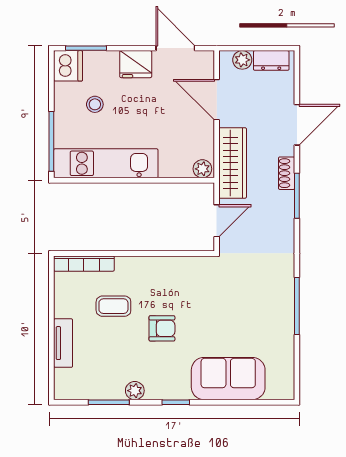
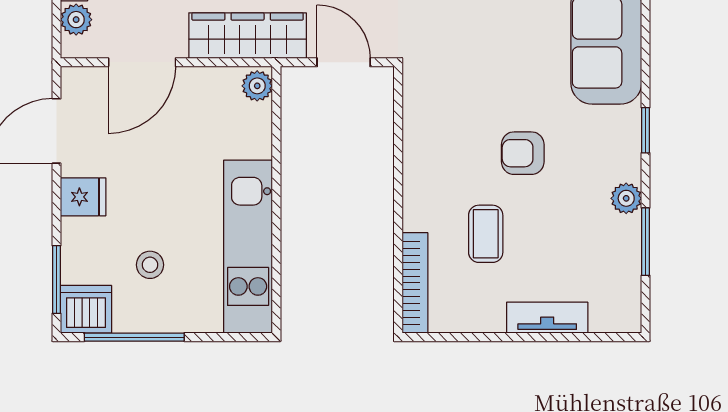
fridge: (136, 64) -> (83, 197), width x0.72
window: (51, 141) -> (134, 337), moved
armchair: (162, 328) -> (523, 153), turned -90

